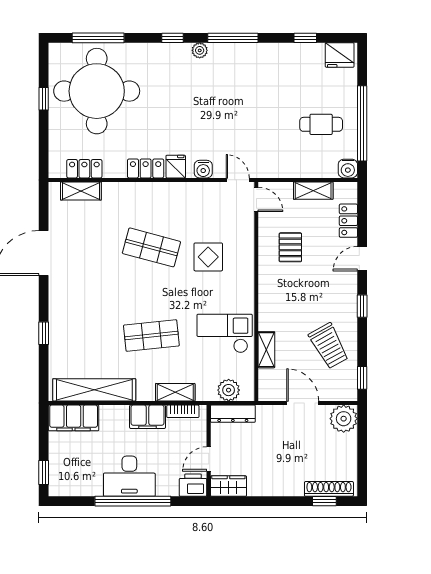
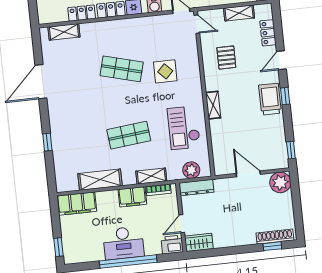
locker: (84, 169) -> (82, 13), moved
checkout: (225, 333) -> (184, 128), turned -90
trolley: (329, 346) -> (270, 99), moved, turned -151
shelving: (266, 350) -> (213, 105), moved
shelving: (94, 390) -> (100, 180), width x0.68

